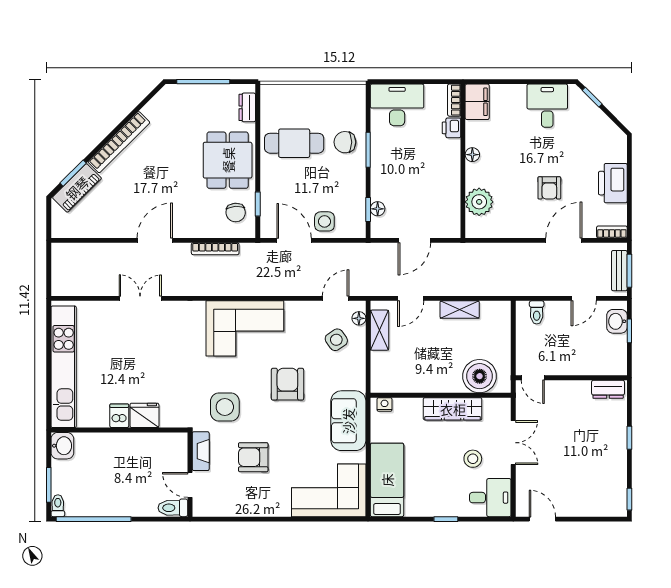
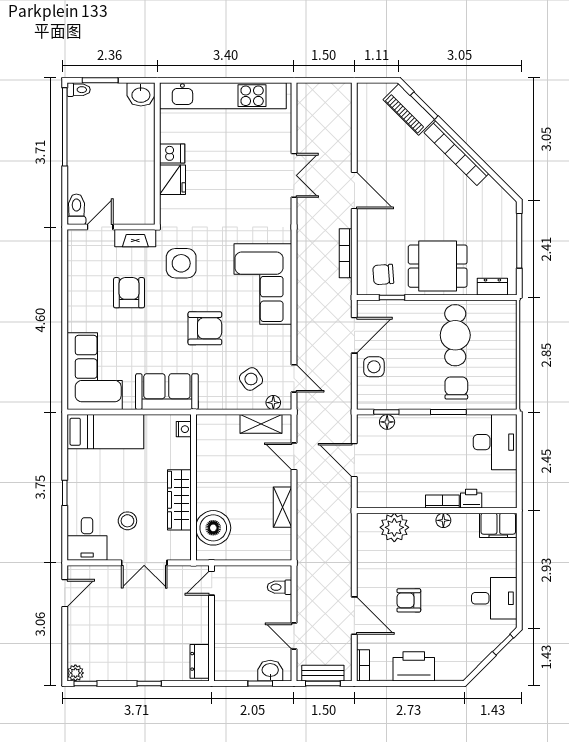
bookcase: (454, 100) -> (442, 501), moved
plant: (619, 509) -> (75, 673), added

